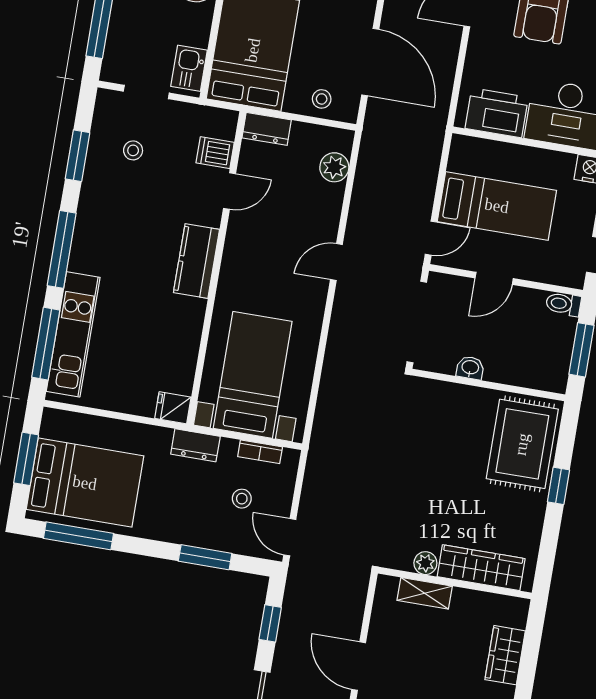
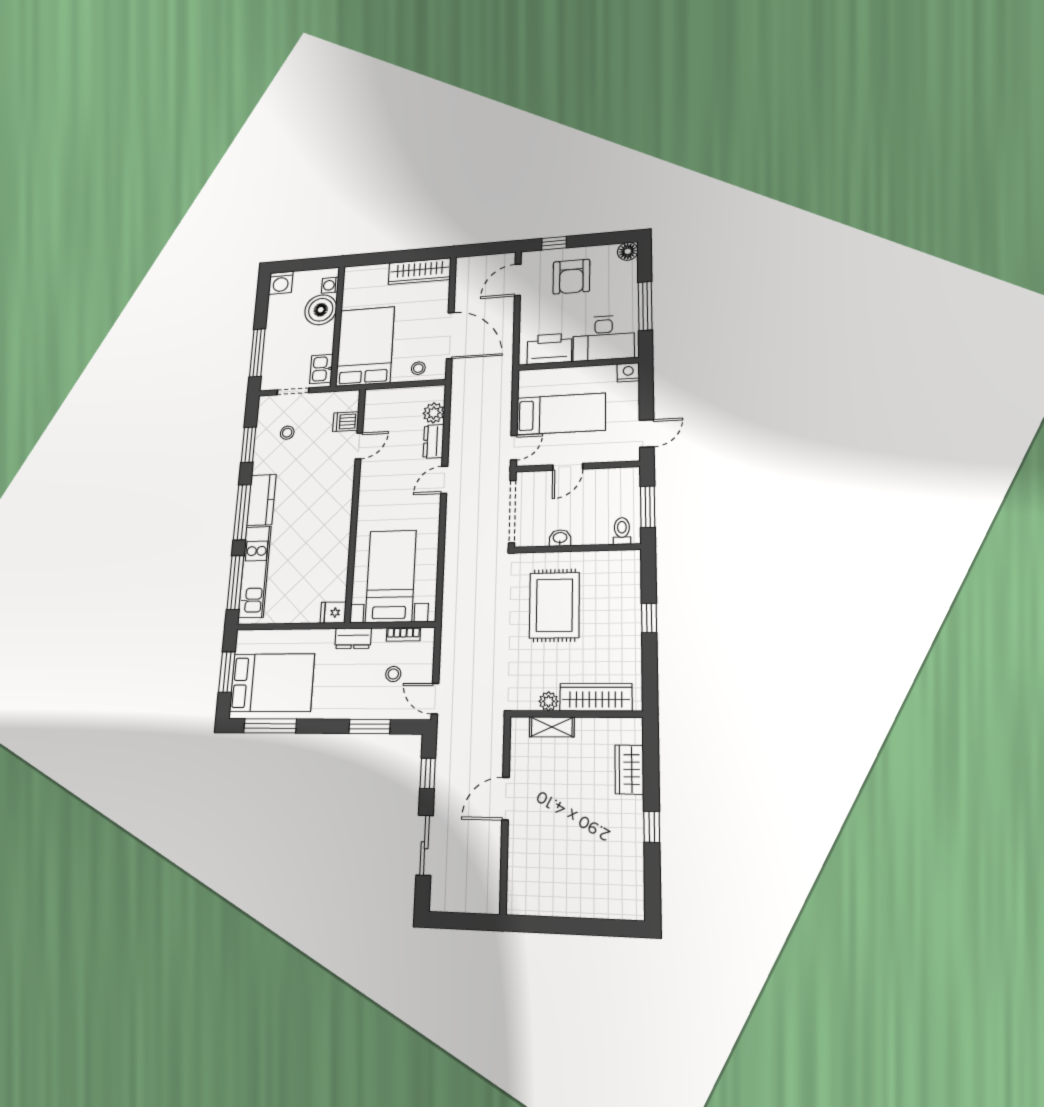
dresser: (267, 129) -> (434, 441), moved, turned 90
kitchen counter: (196, 261) -> (262, 500), moved, turned 180
toilet: (563, 304) -> (622, 531), moved, turned 90
rug: (522, 444) -> (554, 605), moved
door: (359, 666) -> (506, 799), hinge flipped

